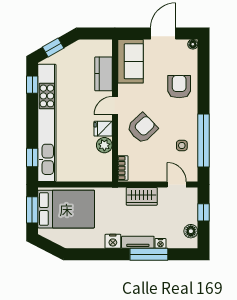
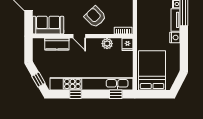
window: (32, 85) -> (76, 94), moved
fridge: (103, 129) -> (128, 44), moved
wardrobe: (142, 196) -> (143, 17), removed
window: (32, 210) -> (153, 94), removed

